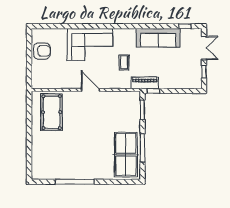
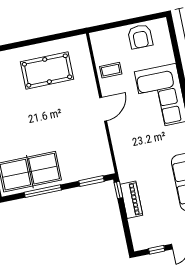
coffee table: (124, 62) -> (111, 70), moved
piano: (145, 83) -> (131, 200), moved
pool table: (52, 112) -> (47, 71), moved

